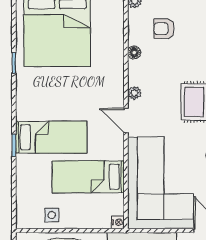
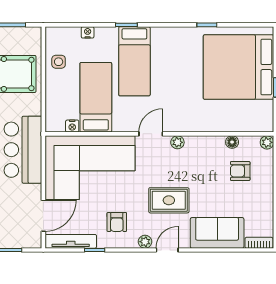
armchair: (164, 29) -> (240, 171), turned -90
floor lamp: (134, 53) -> (232, 142), moved
nightstand: (22, 185) -> (88, 32), added
nightstand: (118, 222) -> (72, 126), moved

